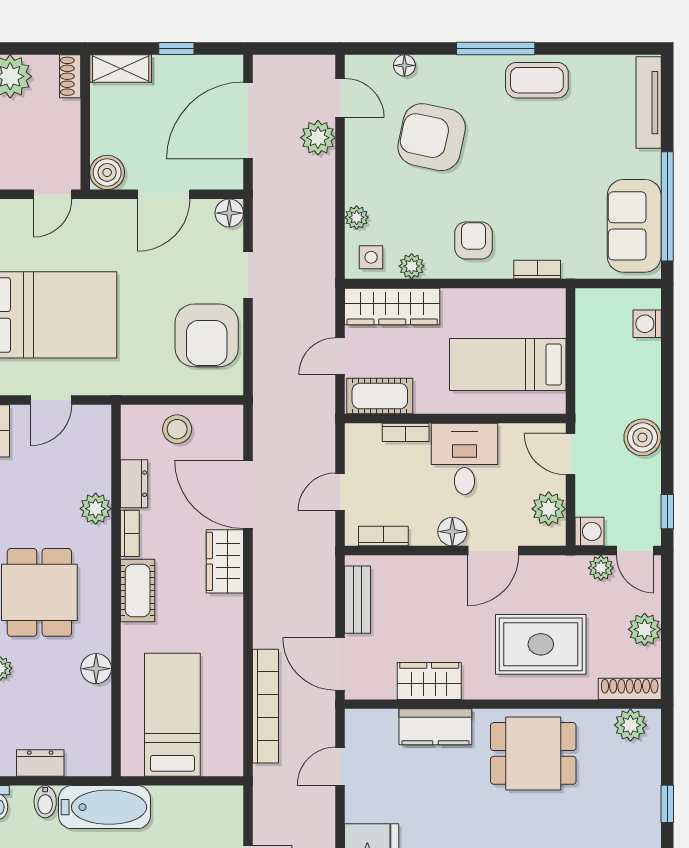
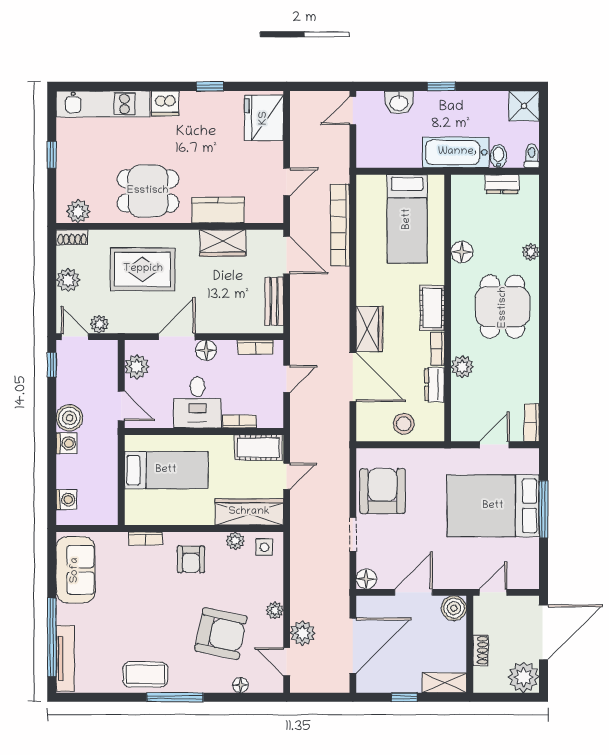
shoe rack: (70, 76) -> (481, 650), moved
window: (667, 206) -> (52, 637), moved
plant: (357, 217) -> (275, 610), moved
washing machine: (589, 531) -> (67, 443), moved, turned 180
shoe rack: (630, 689) -> (72, 237), width x0.70

